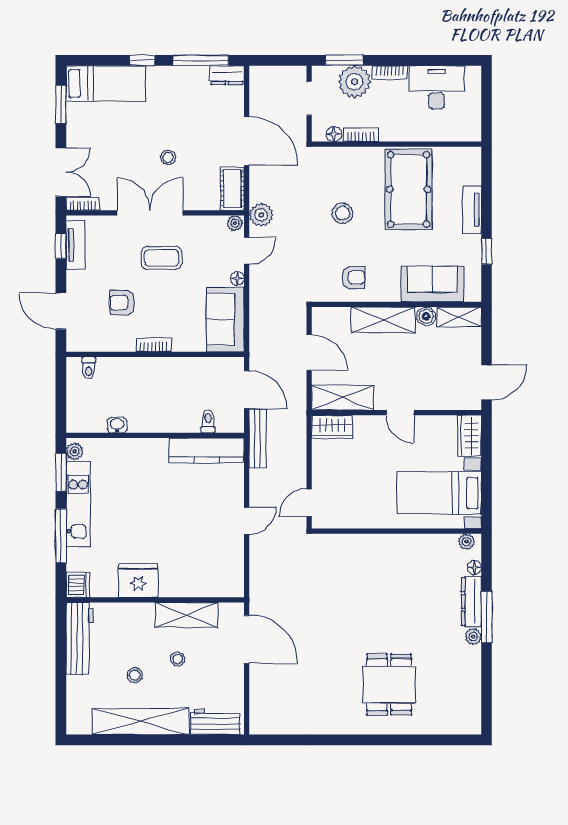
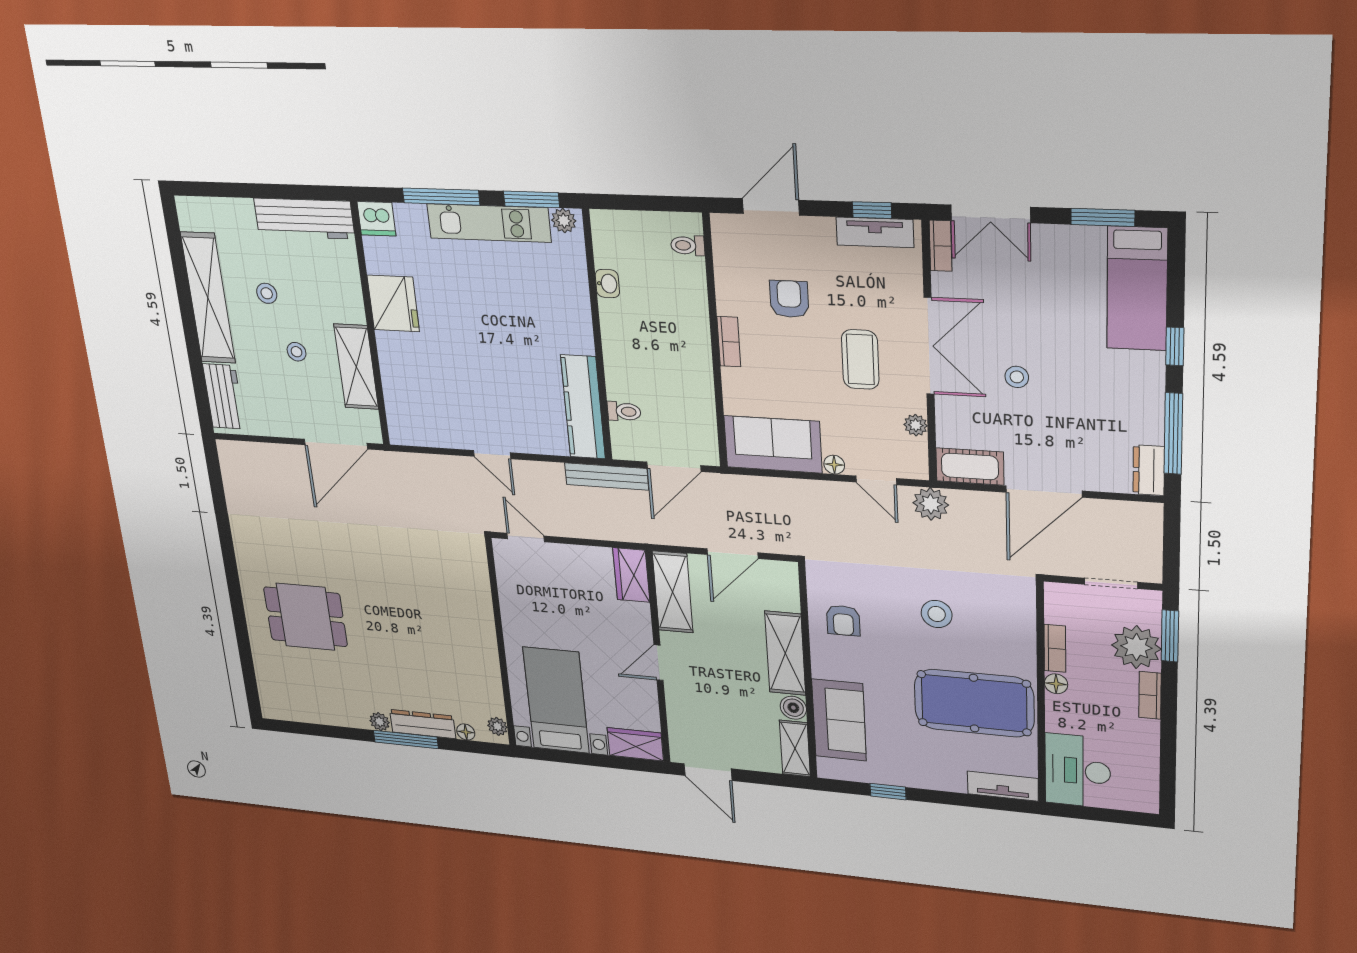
desk: (437, 87) -> (1078, 771), moved, turned 180
floor lamp: (334, 134) -> (1056, 684), moved
tv unit: (472, 210) -> (1003, 786), moved
plant: (235, 223) -> (916, 425), moved

